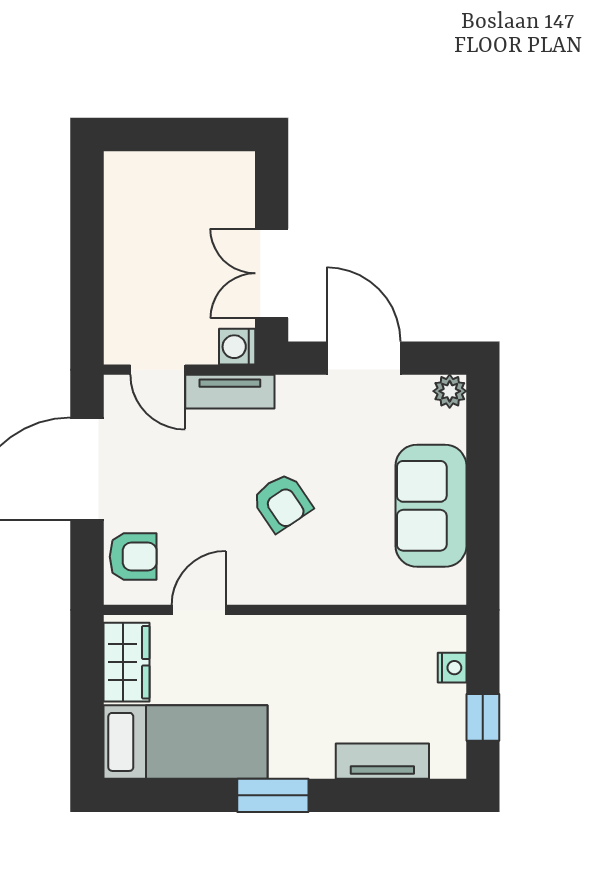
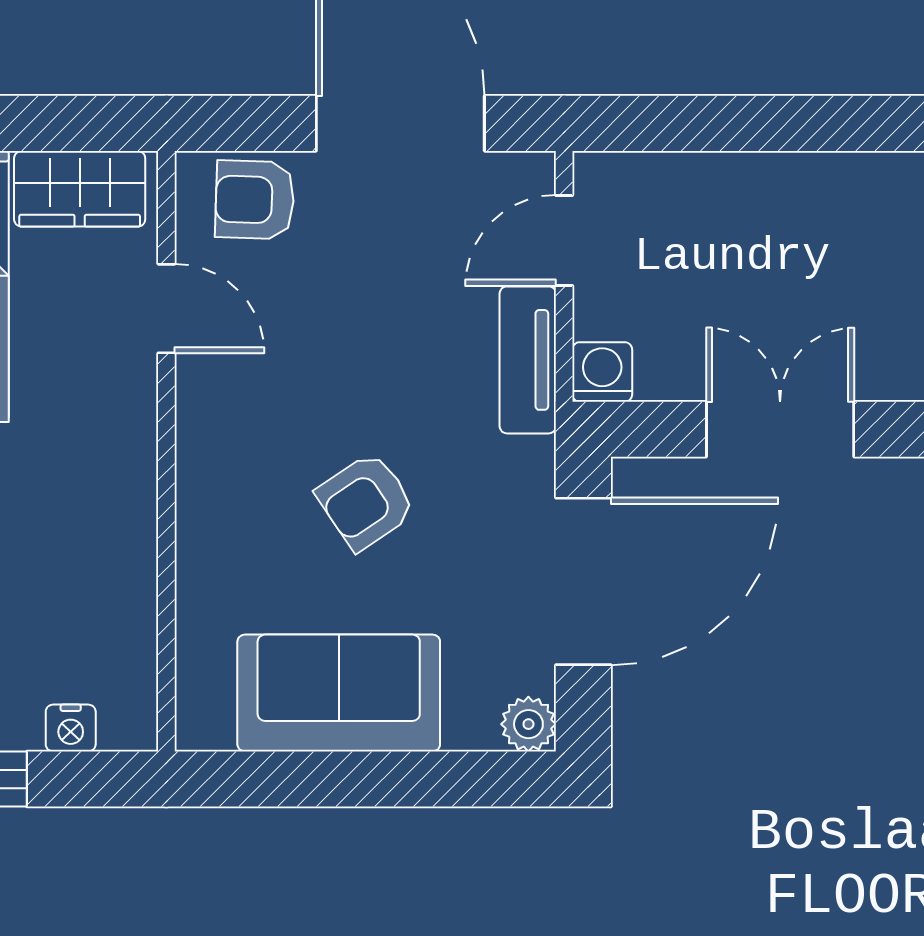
double door: (272, 273) -> (780, 429), moved
door: (364, 358) -> (583, 581), width x1.36
armchair: (282, 502) -> (366, 501), moved
armchair: (133, 557) -> (255, 200), turned 92

